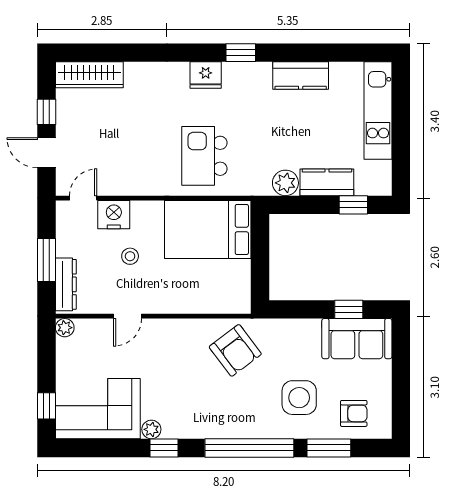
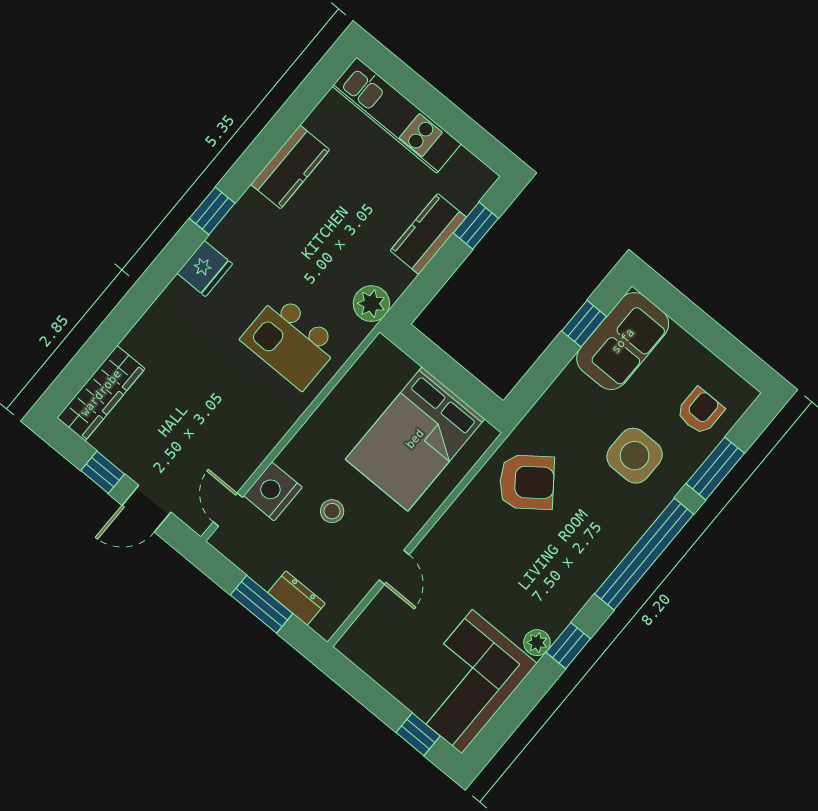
plant: (285, 183) -> (371, 304), moved
bed: (208, 229) -> (415, 439), moved
dresser: (66, 284) -> (296, 598), width x0.70
plant: (65, 328) -> (351, 645), removed

